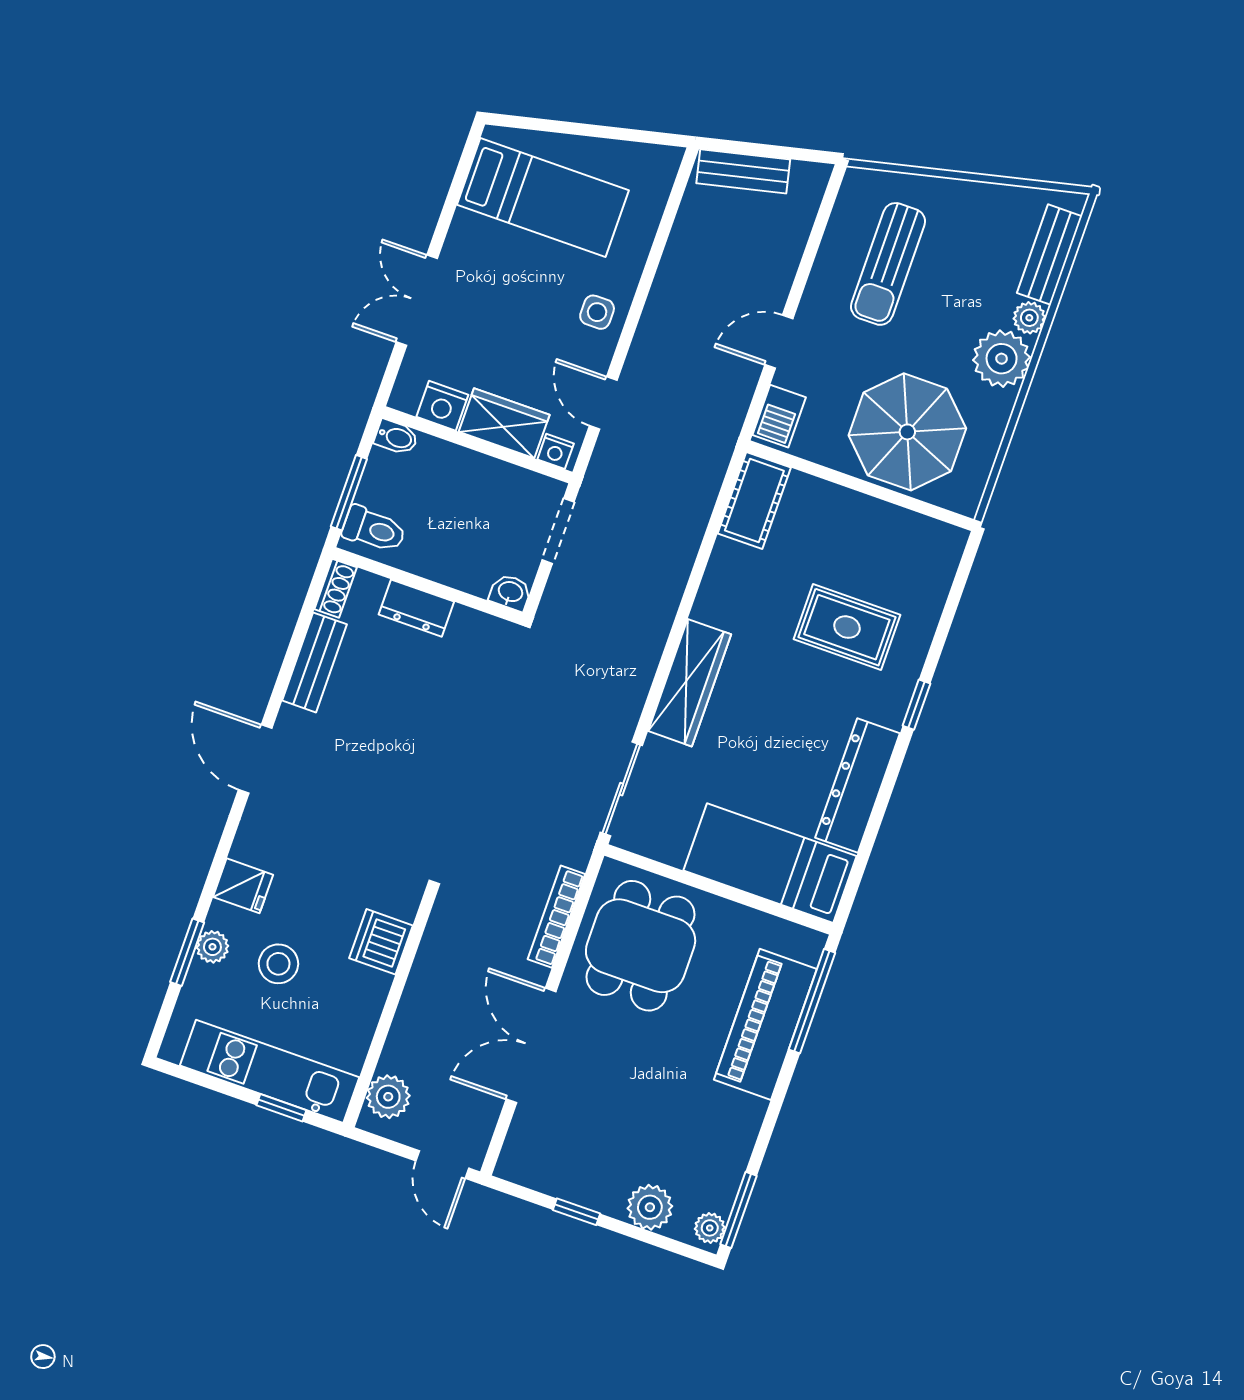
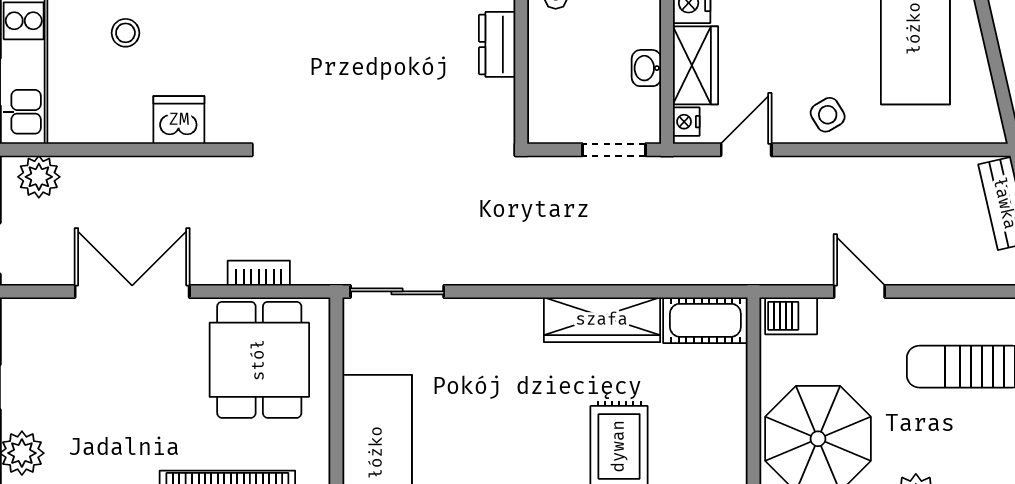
side table: (597, 312) -> (828, 115), turned -31
washbasin: (510, 592) -> (646, 68), moved, turned 180
wardrobe: (690, 683) -> (602, 320), moved
bookcase: (556, 917) -> (259, 273), width x0.64
dining table: (641, 946) -> (259, 360), turned 90
stool: (278, 964) -> (125, 33), width x0.73, depth x0.73

